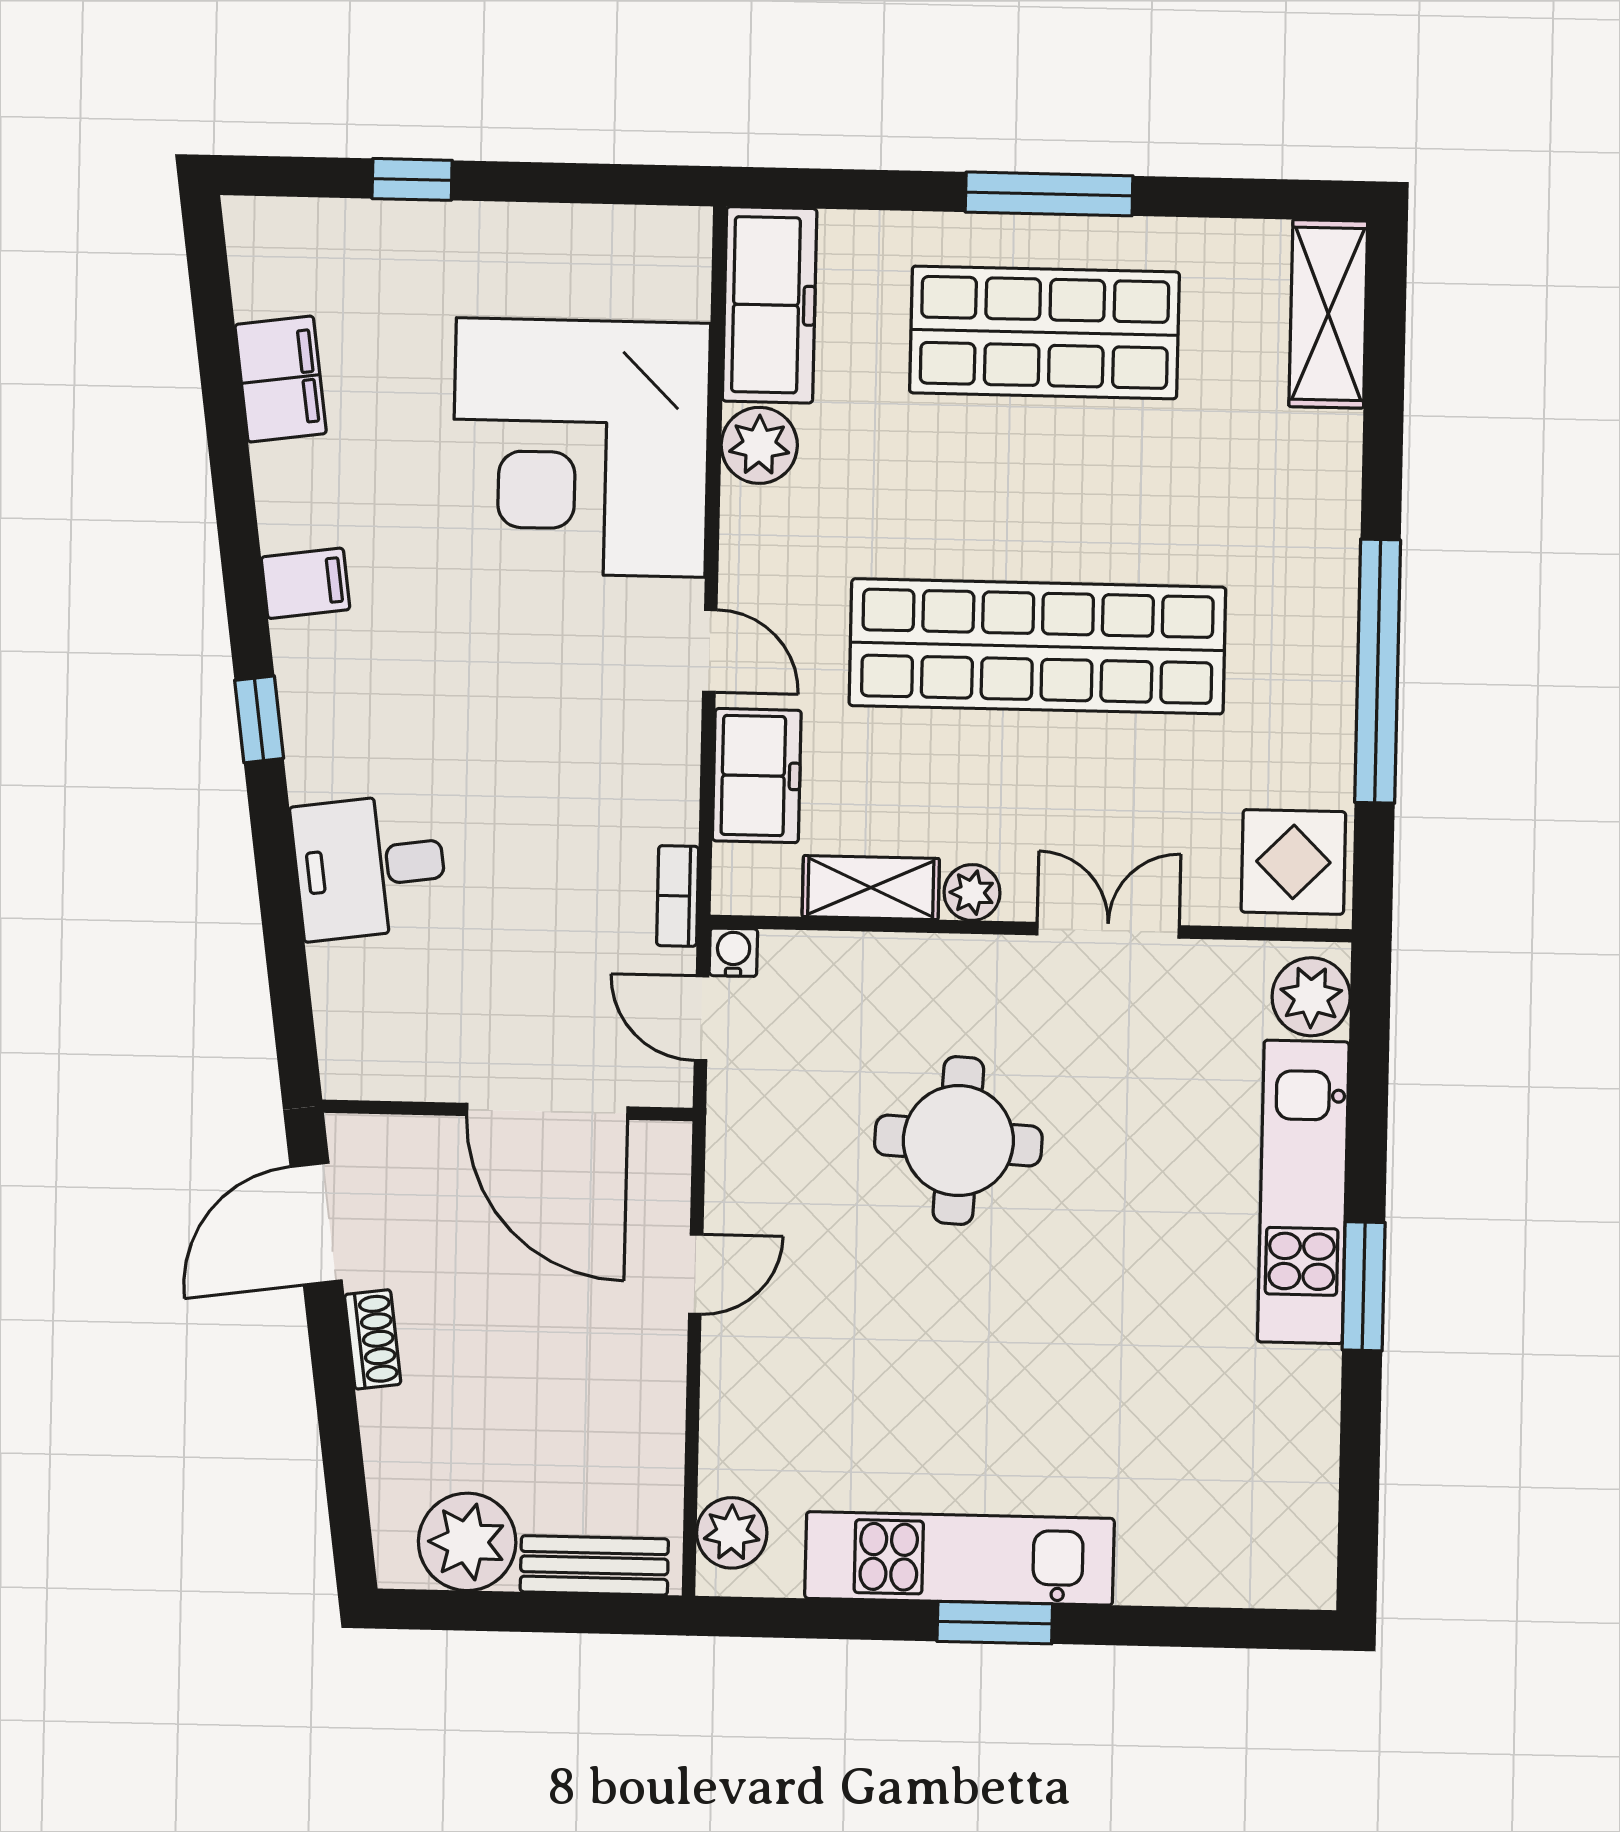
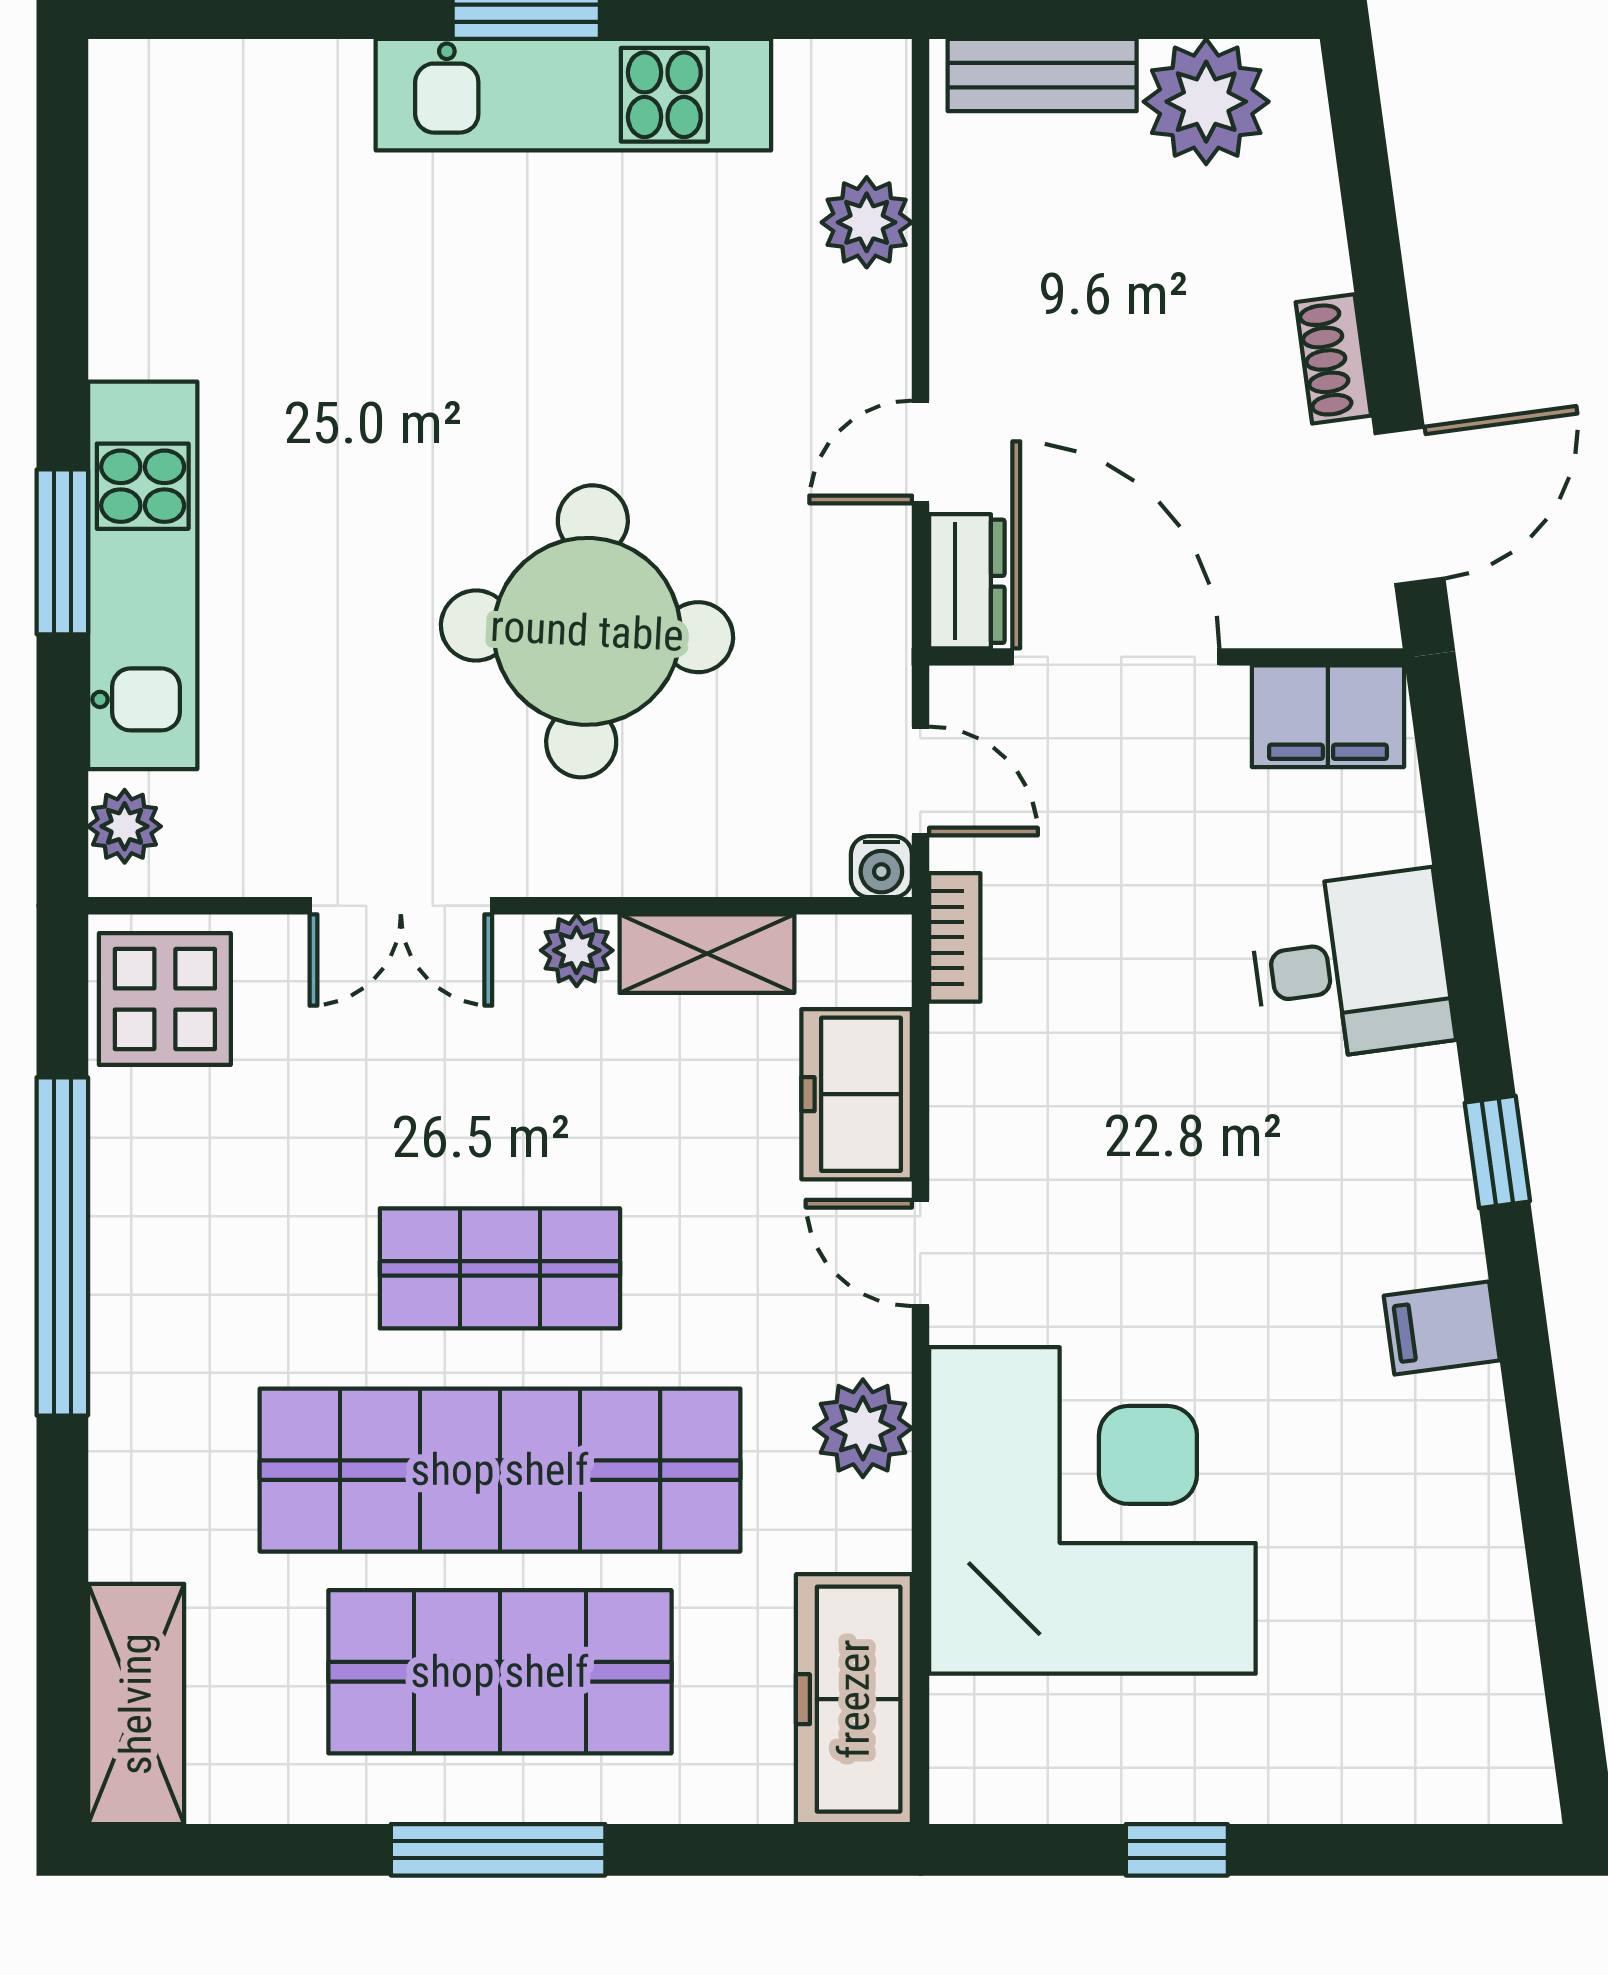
window: (412, 179) -> (1177, 1850), moved
filing cabinet: (281, 379) -> (1328, 716), moved, turned -82
plant: (759, 445) -> (863, 1428), moved
shop shelf: (1041, 489) -> (500, 1470), added
shop shelf: (1037, 646) -> (500, 1268), width x0.50, depth x0.74
plant: (1311, 997) -> (125, 826), width x0.73, depth x0.73
round table: (958, 1141) -> (587, 631), width x1.36, depth x1.36
dresser: (662, 1173) -> (967, 581), added
window: (1364, 1286) -> (62, 552), moved
plant: (732, 1533) -> (867, 222), moved

